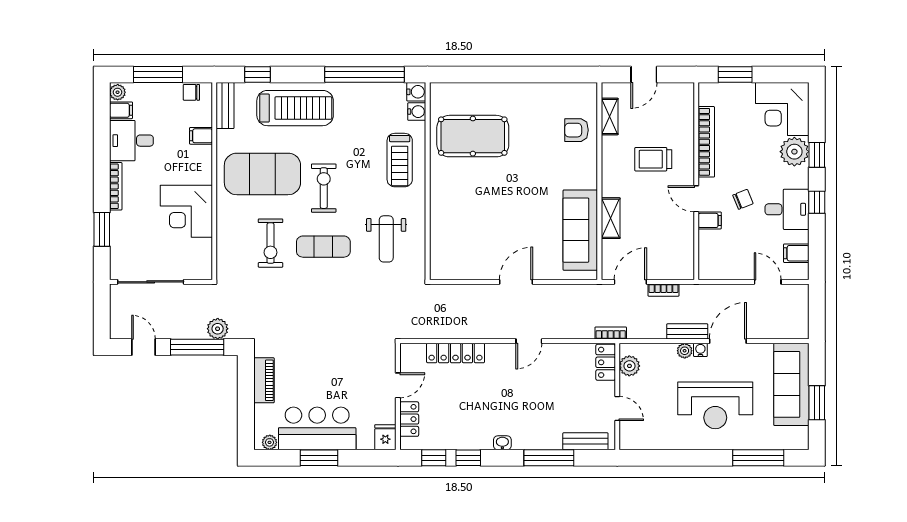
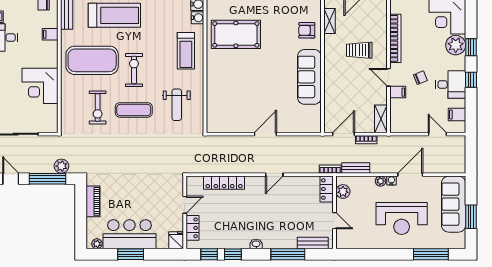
shelving: (611, 218) -> (381, 119), moved
sofa: (580, 230) -> (309, 77), moved
bench: (687, 331) -> (356, 168), moved

